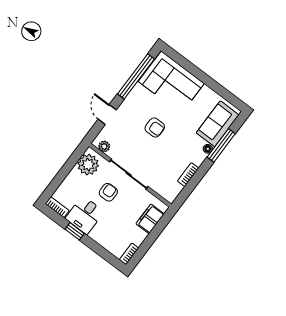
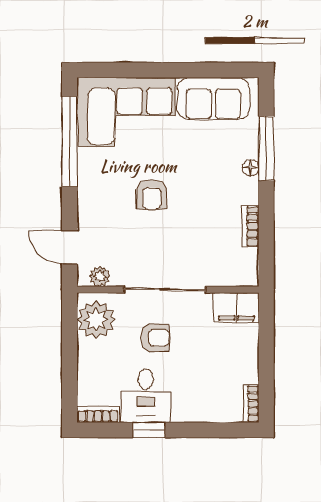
door: (107, 115) -> (69, 247), moved
sofa: (218, 124) -> (213, 98), moved, turned -90
armchair: (155, 128) -> (152, 194), turned 90
armchair: (108, 192) -> (155, 338), turned 90
filing cabinet: (150, 219) -> (236, 308), moved, turned -90

